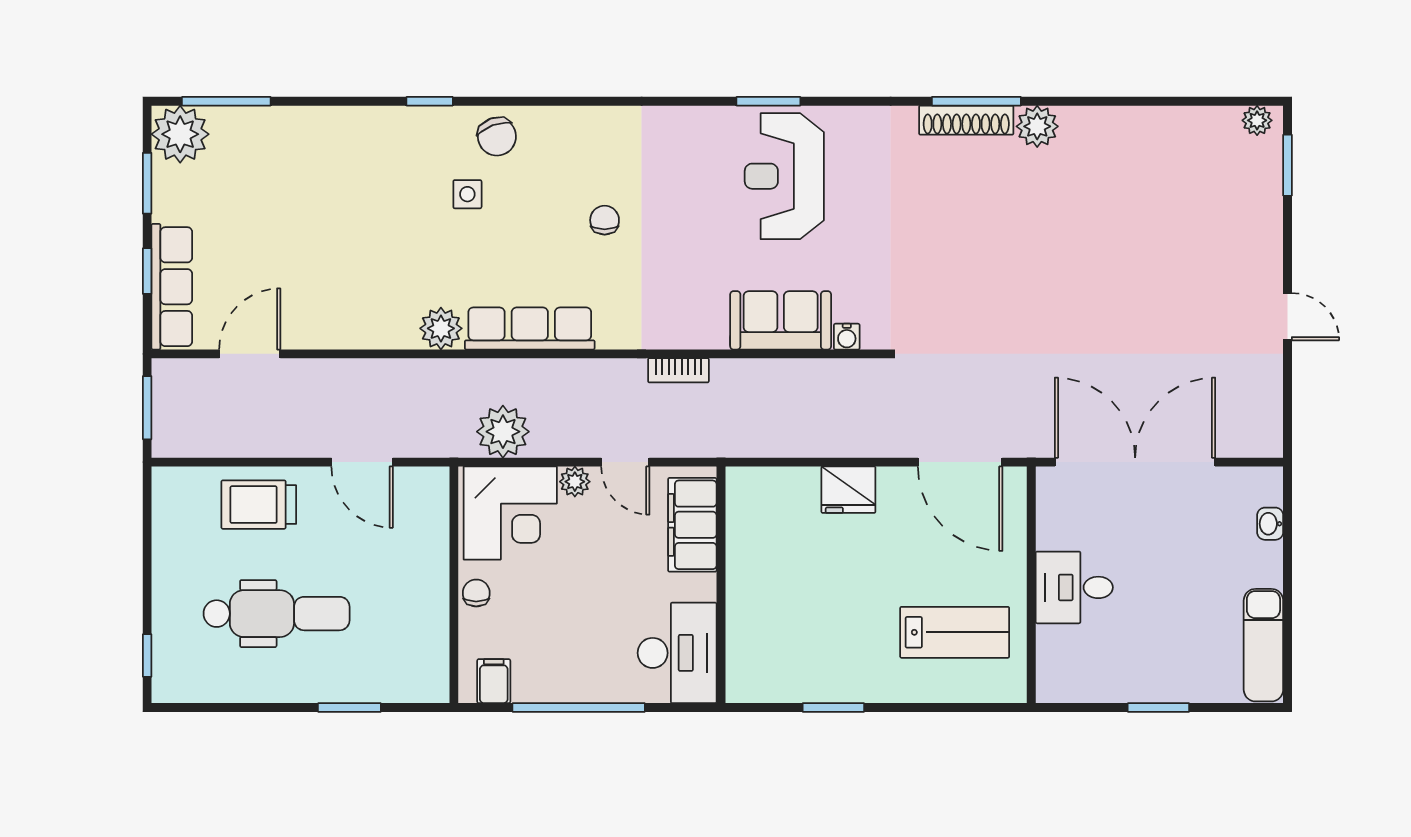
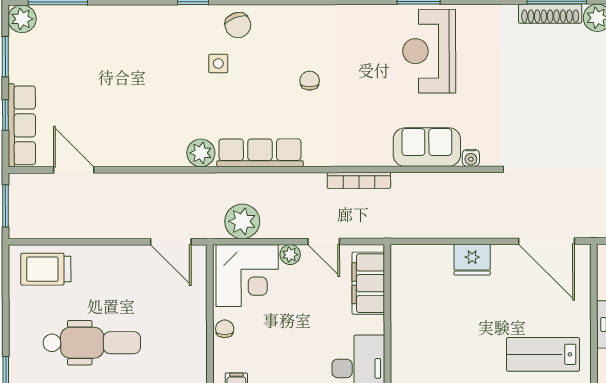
plant: (180, 134) -> (22, 19), width x0.73, depth x0.73
door: (250, 354) -> (74, 170), hinge flipped
bookcase: (678, 370) -> (359, 180), width x1.56
door: (362, 462) -> (171, 242), moved
trolley: (259, 505) -> (46, 269), moved
lab bench: (955, 632) -> (543, 354), turned 180

